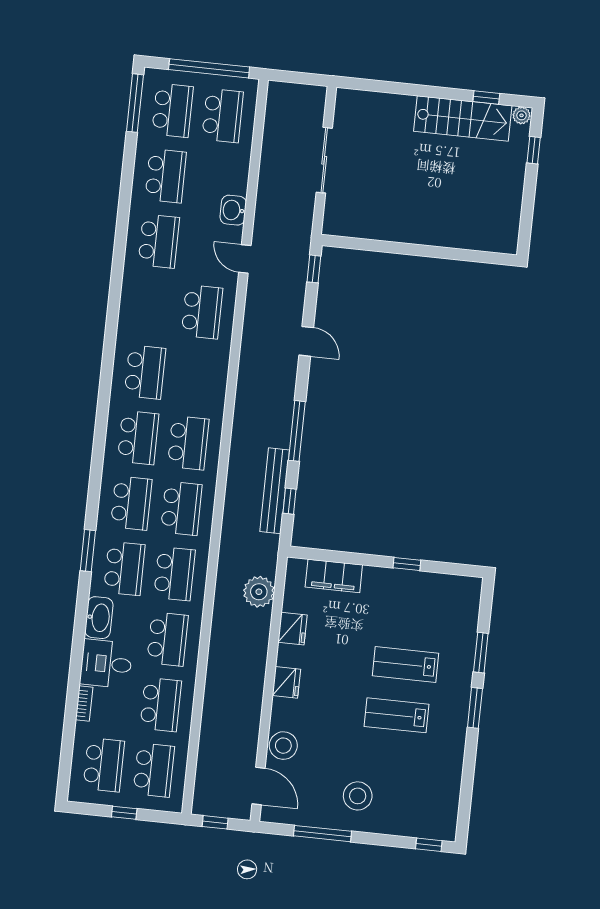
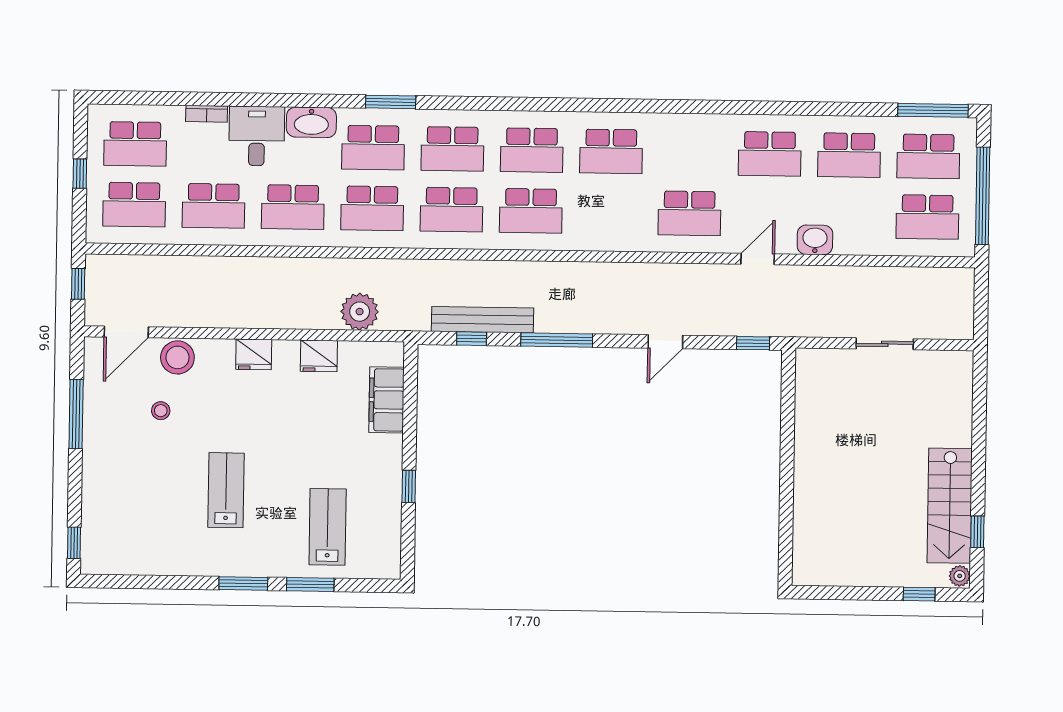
sliding door: (324, 160) -> (885, 344), width x0.73
lab bench: (406, 664) -> (328, 527), moved
stool: (358, 796) -> (161, 411), moved, width x0.53, depth x0.53

